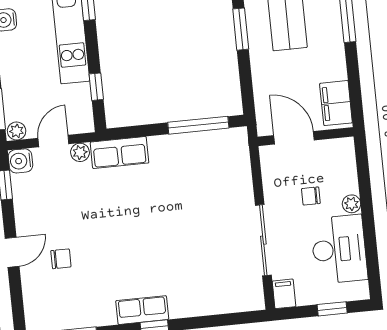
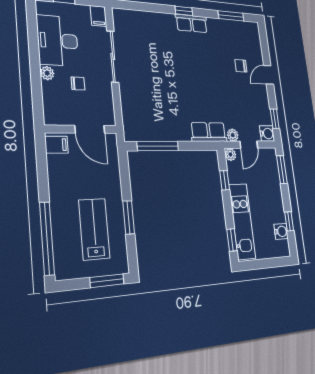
filing cabinet: (336, 103) -> (56, 145), width x0.50
plant: (17, 131) -> (230, 154), moved

